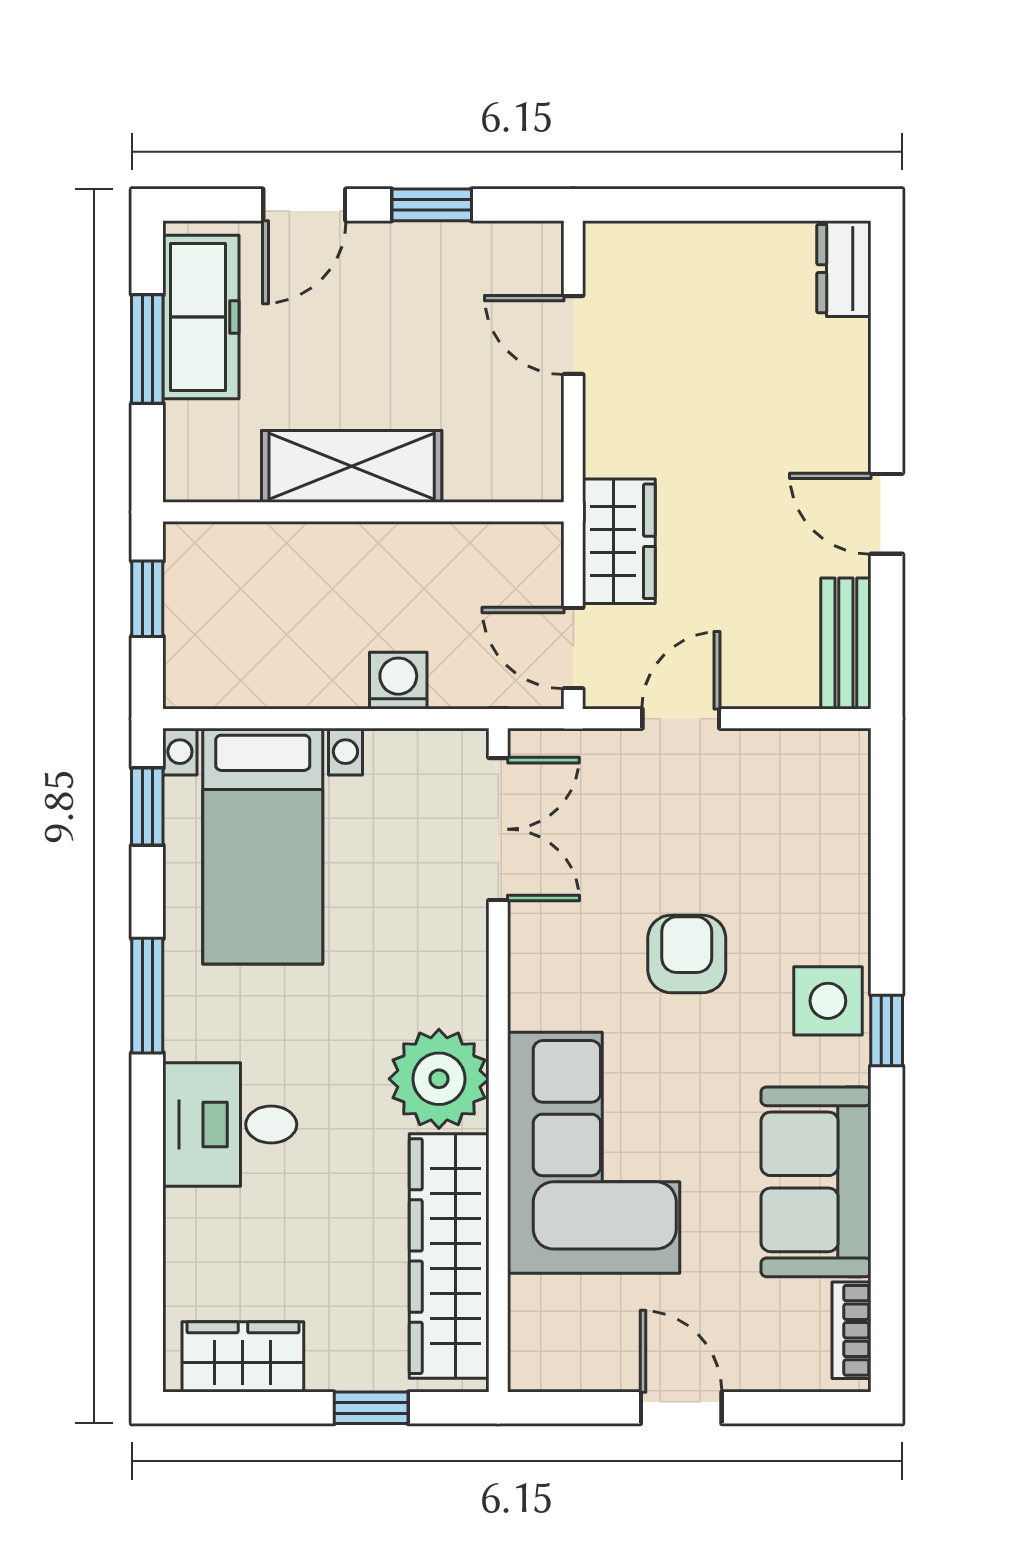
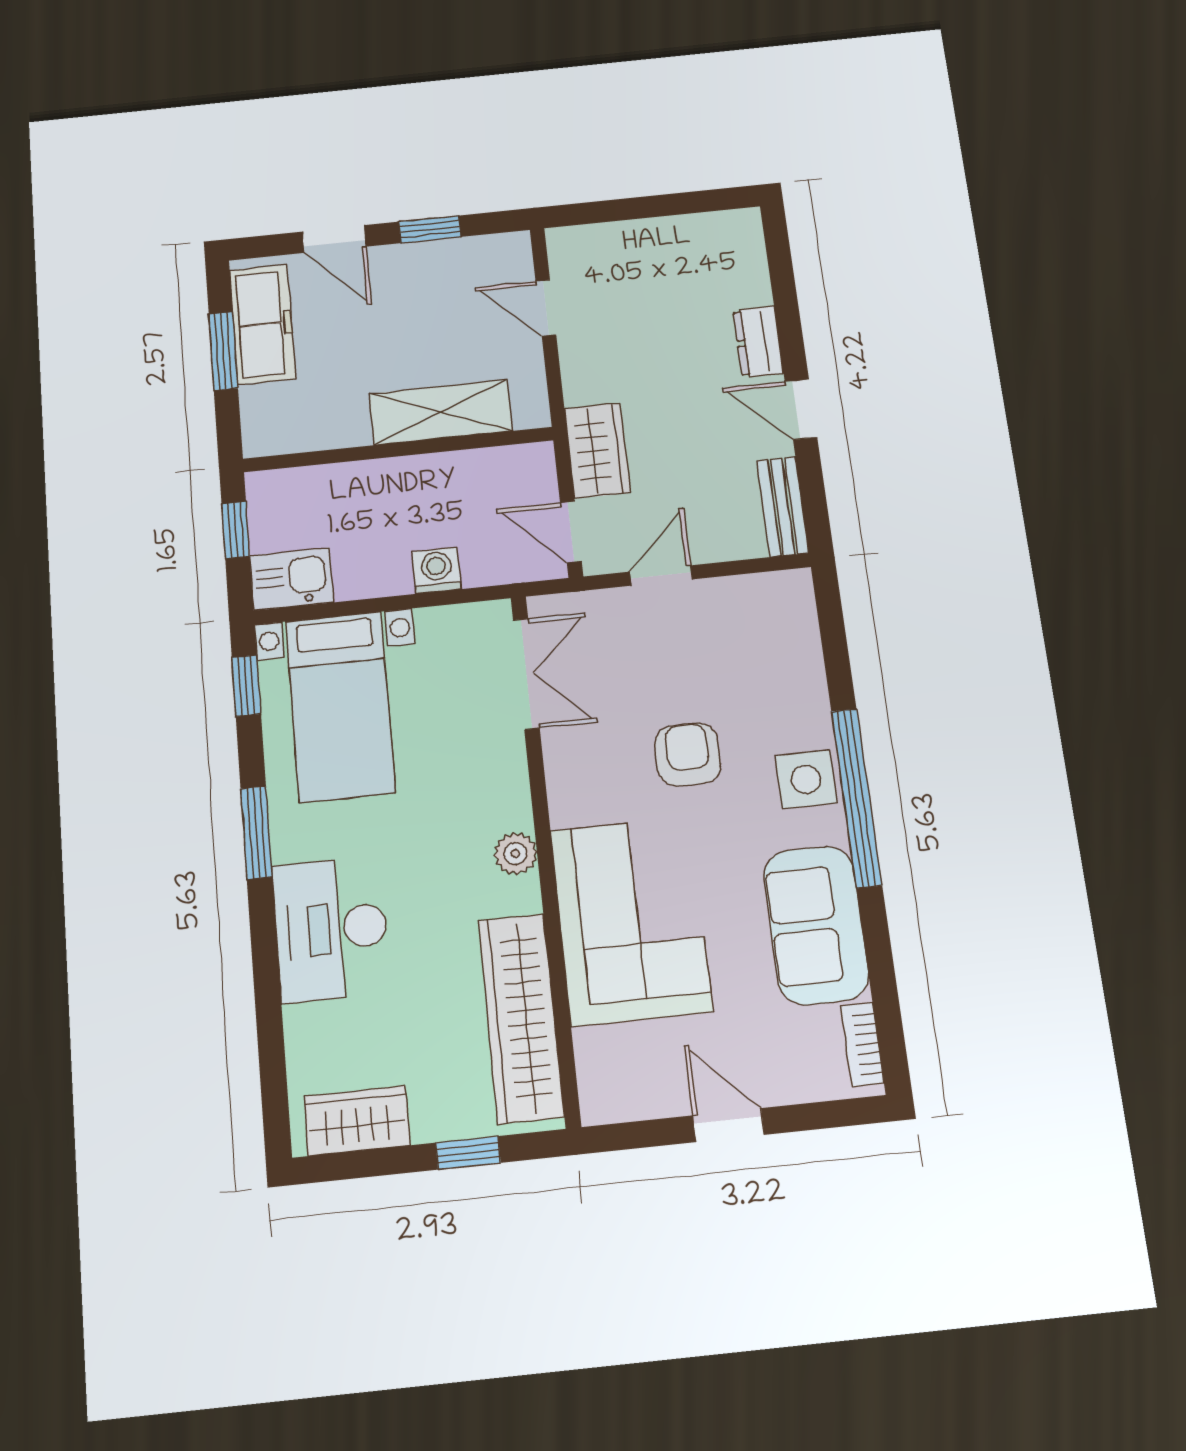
door: (304, 205) -> (334, 239), hinge flipped
dresser: (844, 269) -> (758, 342), moved
shelving: (352, 466) -> (441, 412), moved
kitchen sink: (214, 672) -> (292, 579), added
window: (887, 1030) -> (856, 798), width x3.17
plant: (439, 1079) -> (515, 854), width x0.53, depth x0.53
desk: (230, 1125) -> (331, 929), width x1.37

